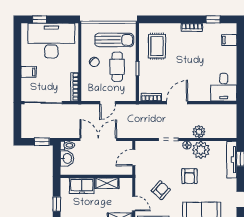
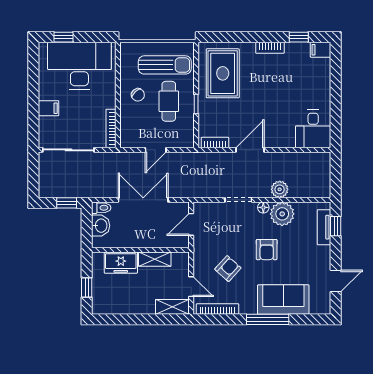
filing cabinet: (229, 40) -> (321, 50), moved
rug: (157, 46) -> (223, 73), width x1.36, depth x1.43
tv unit: (232, 160) -> (324, 227), width x0.71

